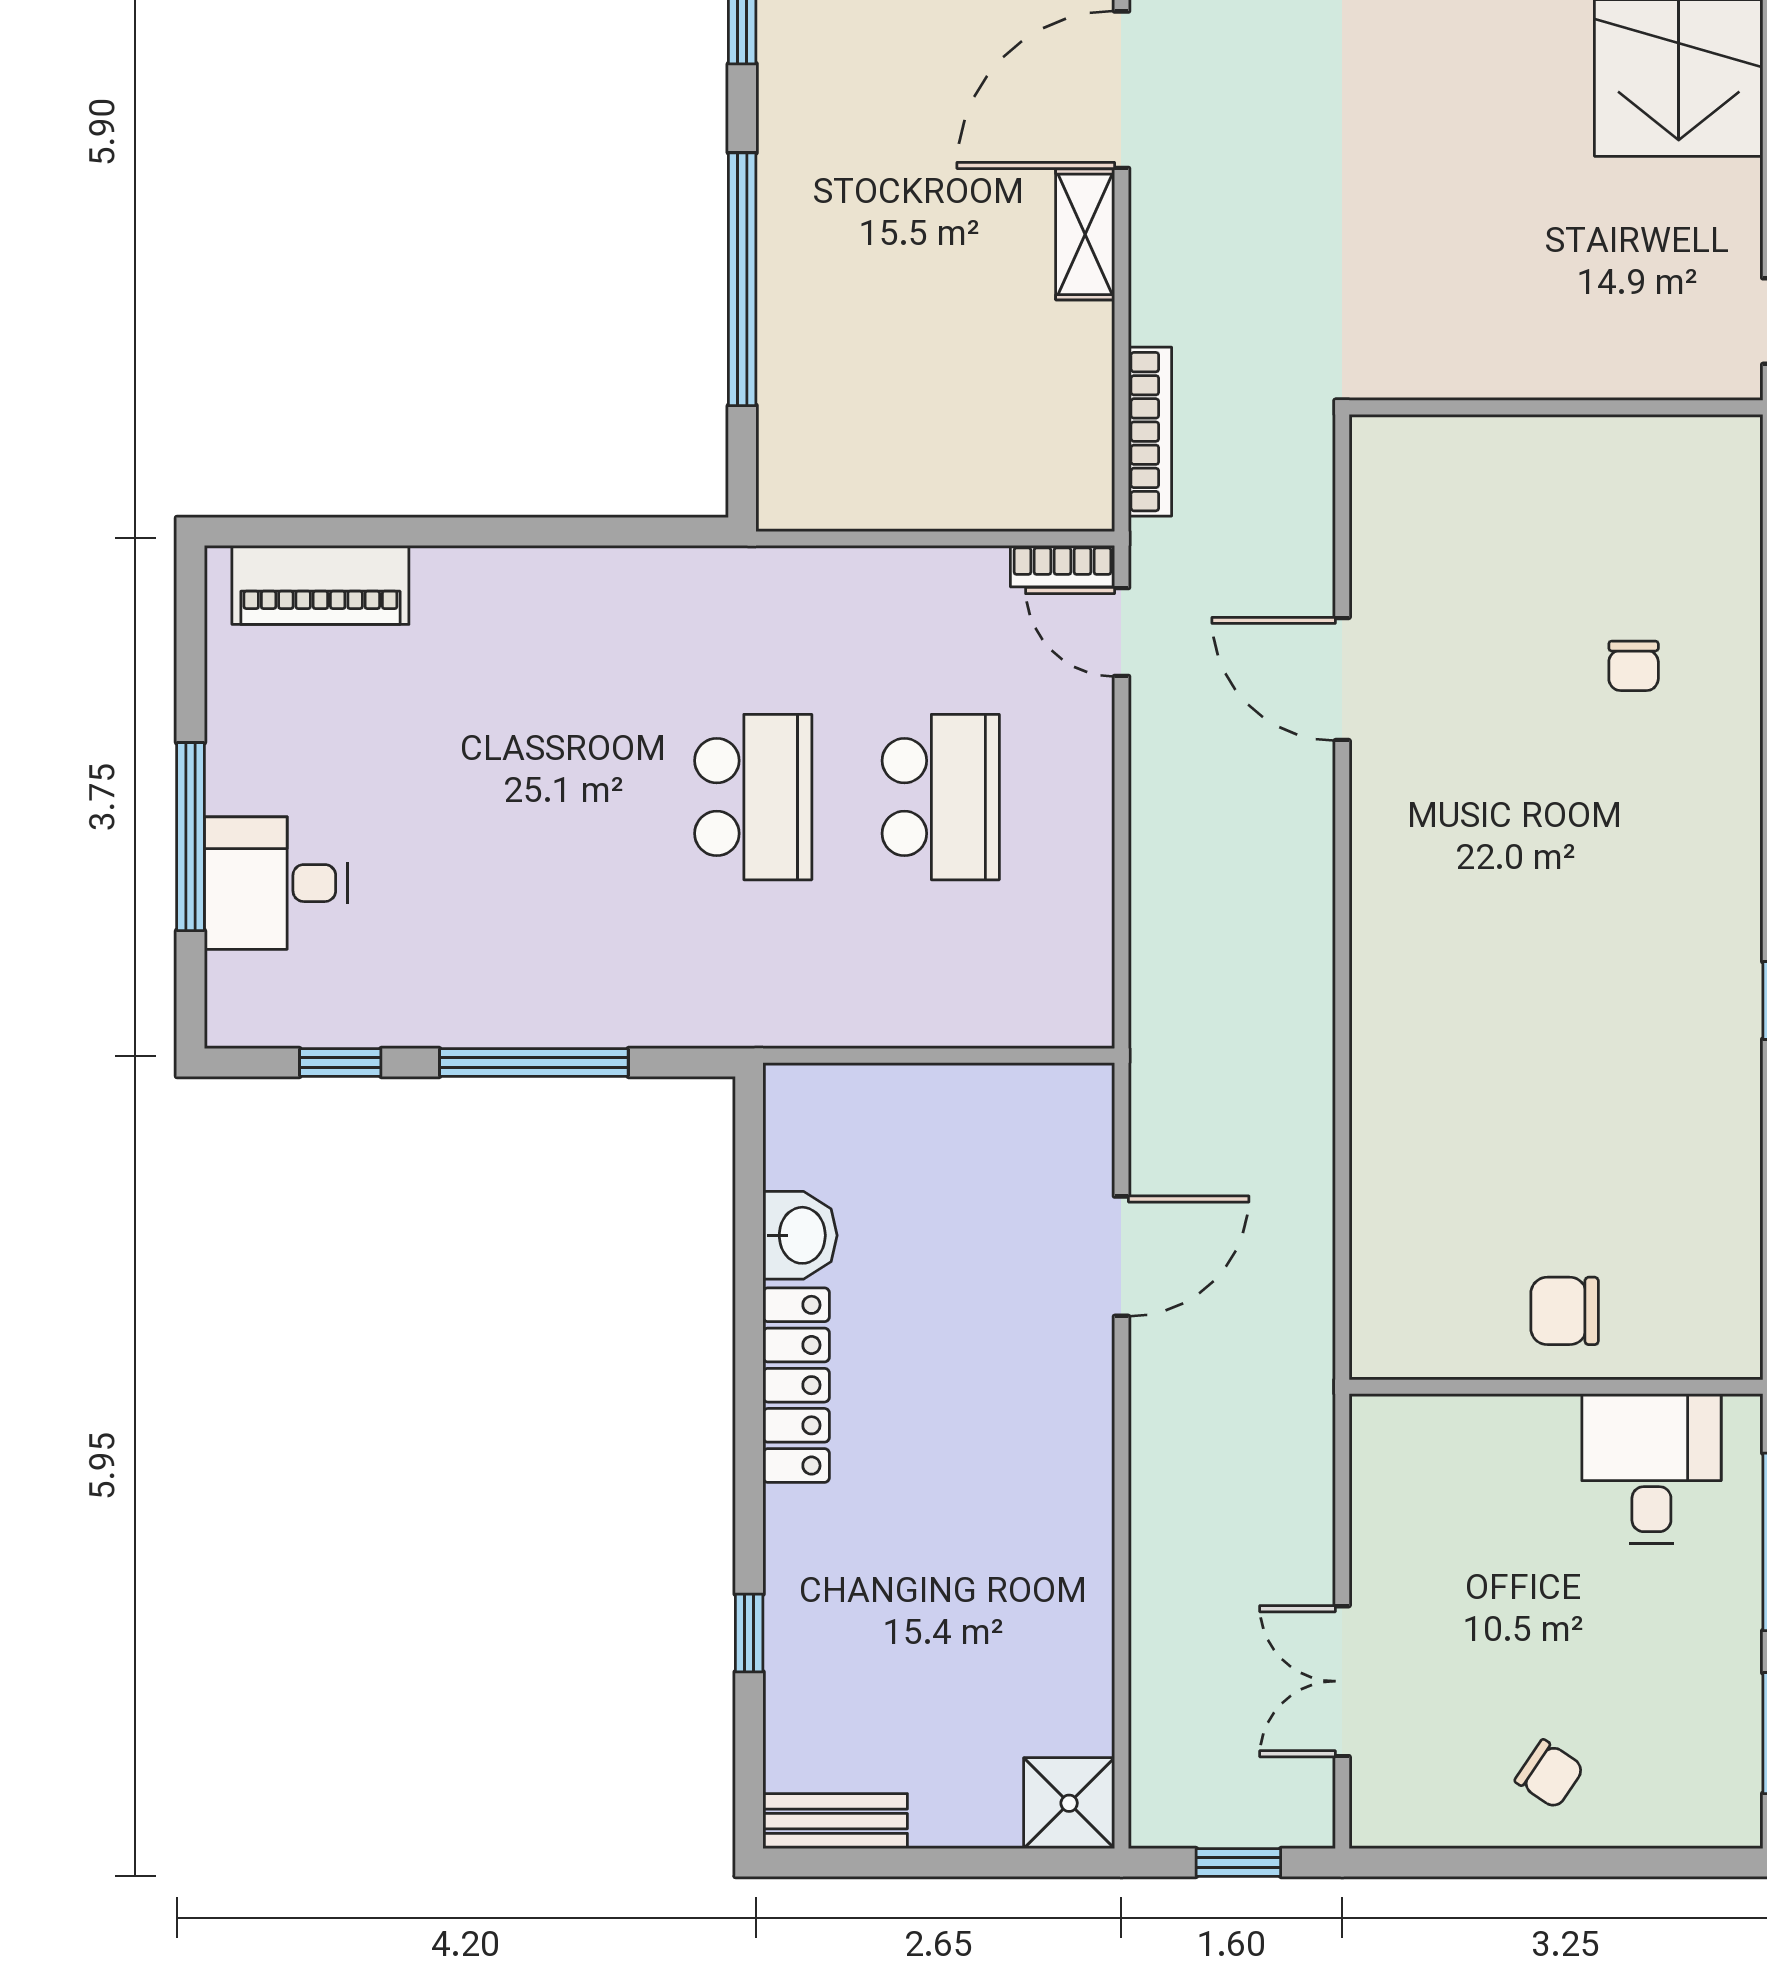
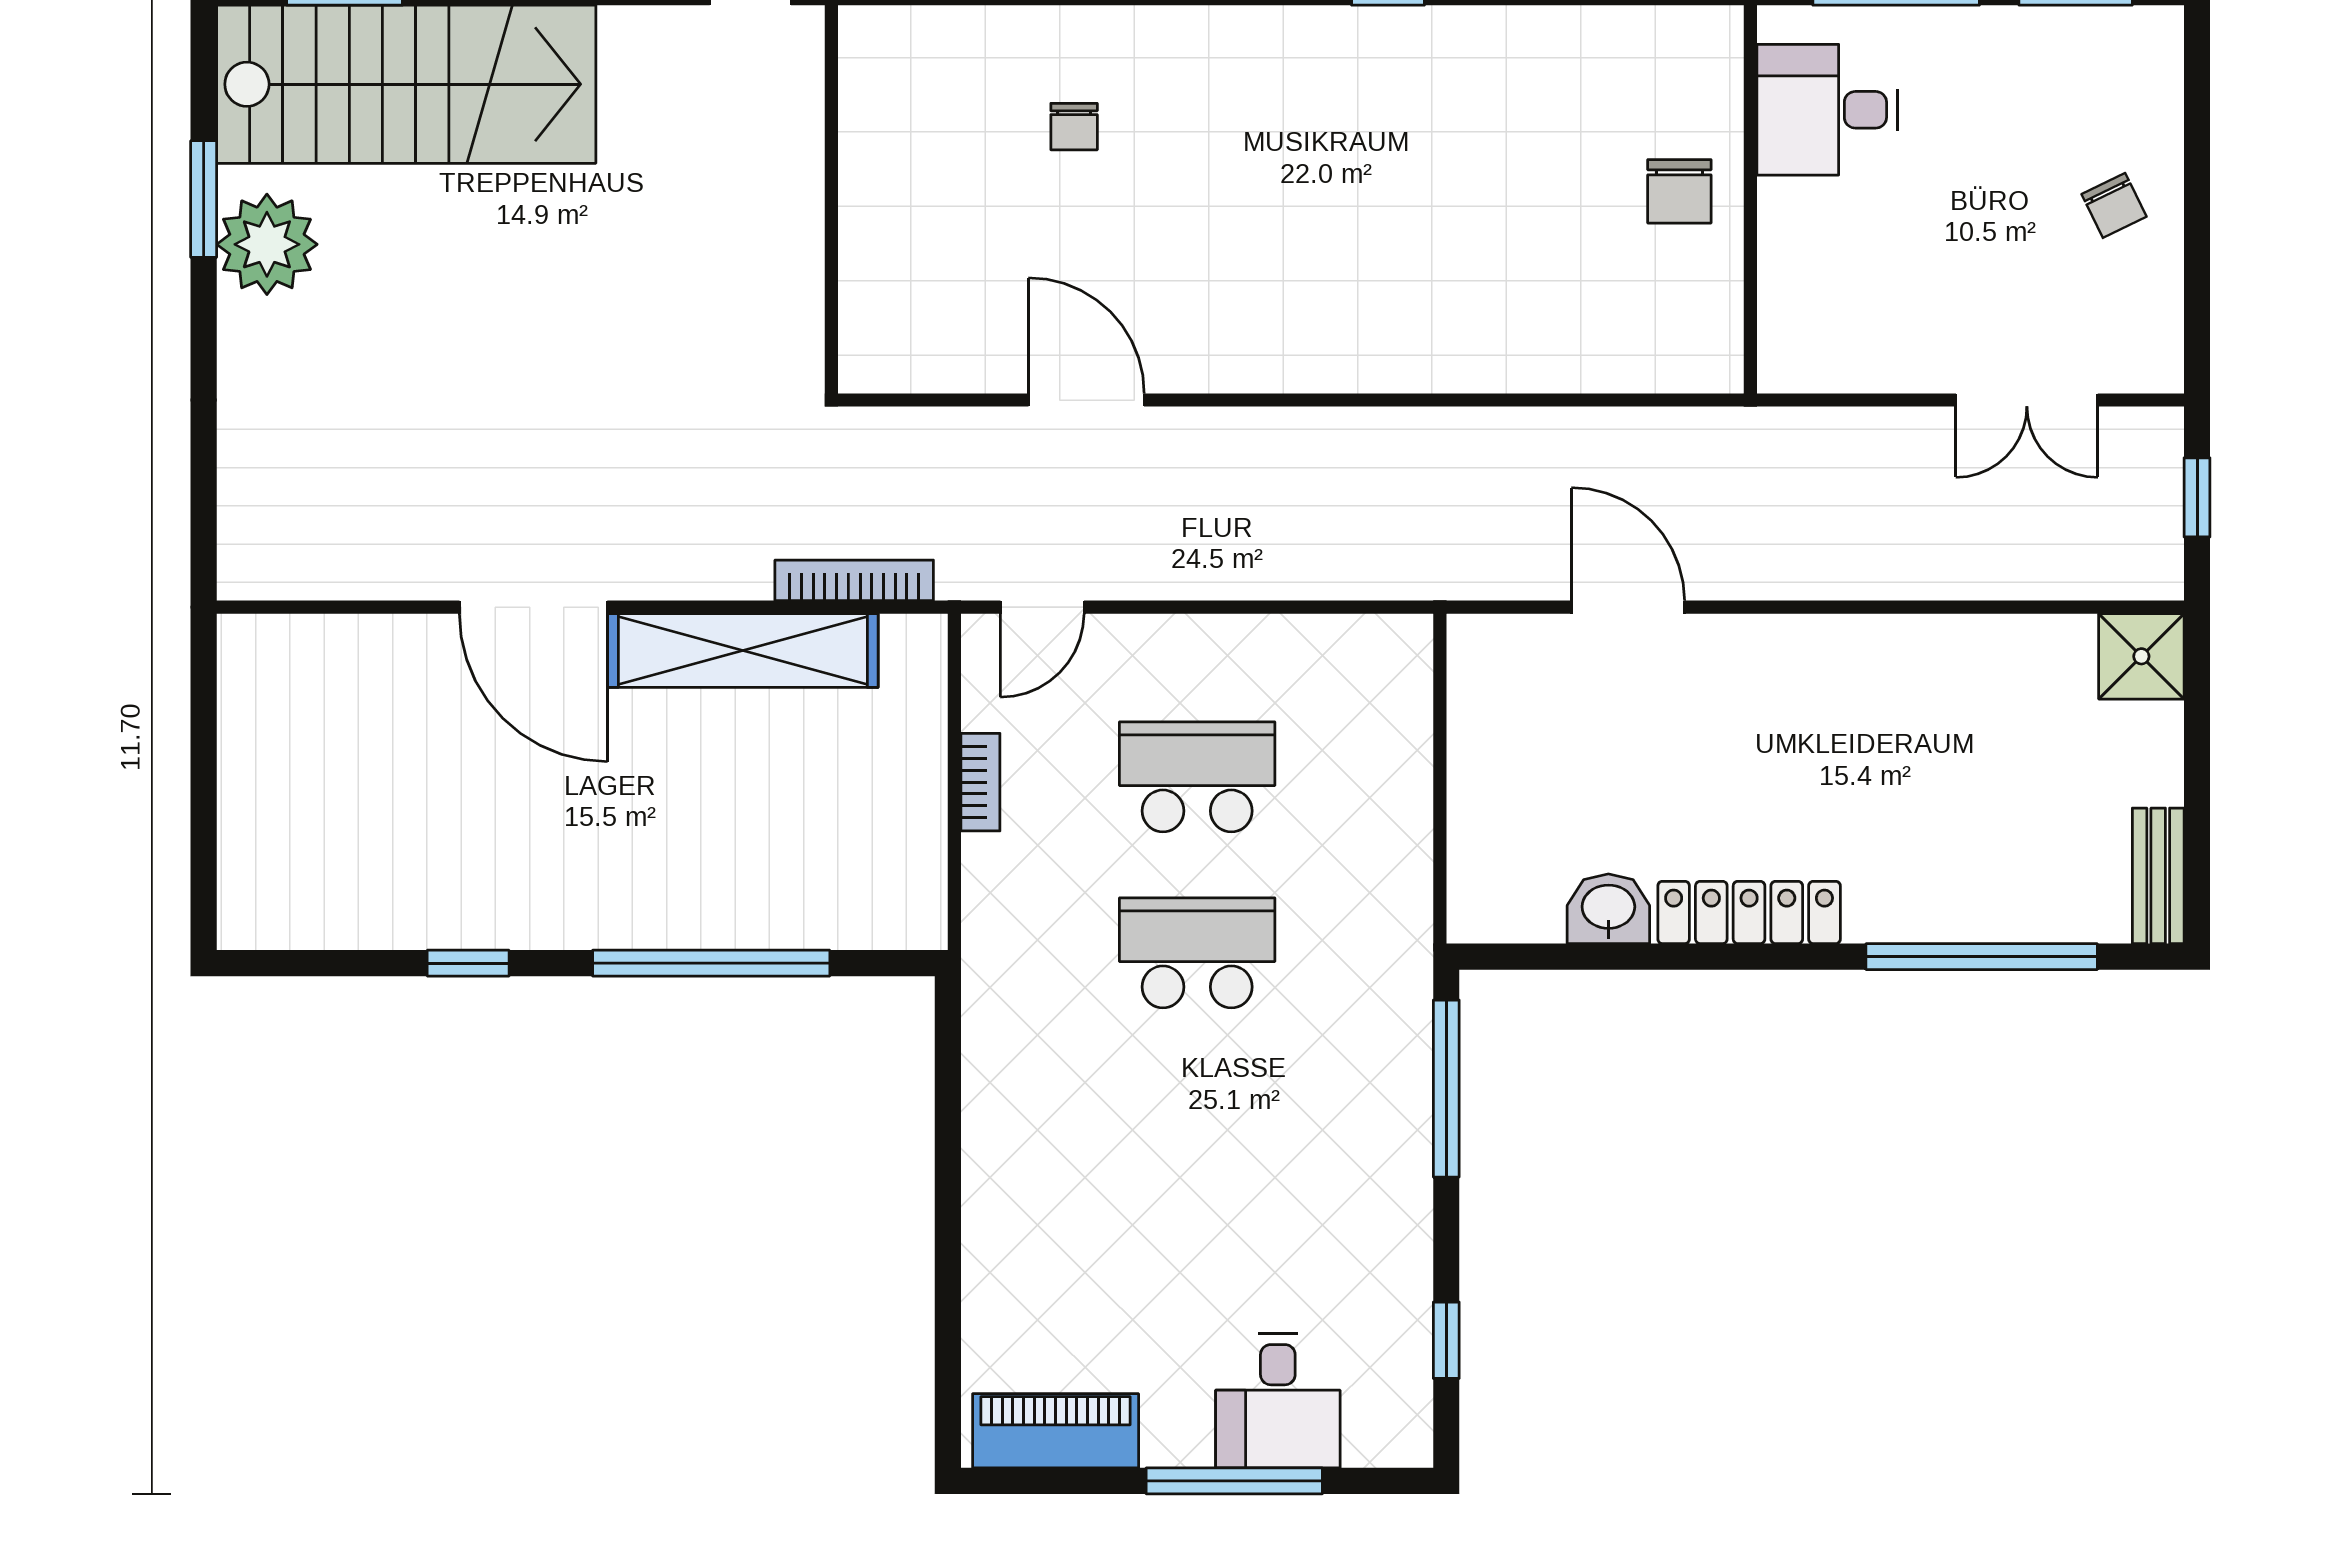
shelving: (1085, 234) -> (743, 650), width x2.20, depth x1.33
bookcase: (1063, 566) -> (980, 782), moved
piano: (320, 585) -> (1056, 1431), moved, turned -90
chair: (1634, 666) -> (1074, 127), turned 90
door: (1342, 679) -> (1086, 400), swing flipped
window: (534, 1063) -> (1446, 1089), moved
window: (749, 1633) -> (1982, 957), width x3.17
chair: (1550, 1774) -> (2114, 205), turned 120

